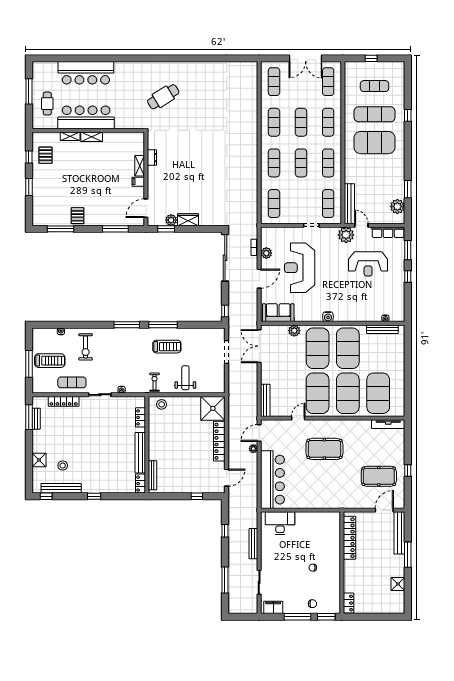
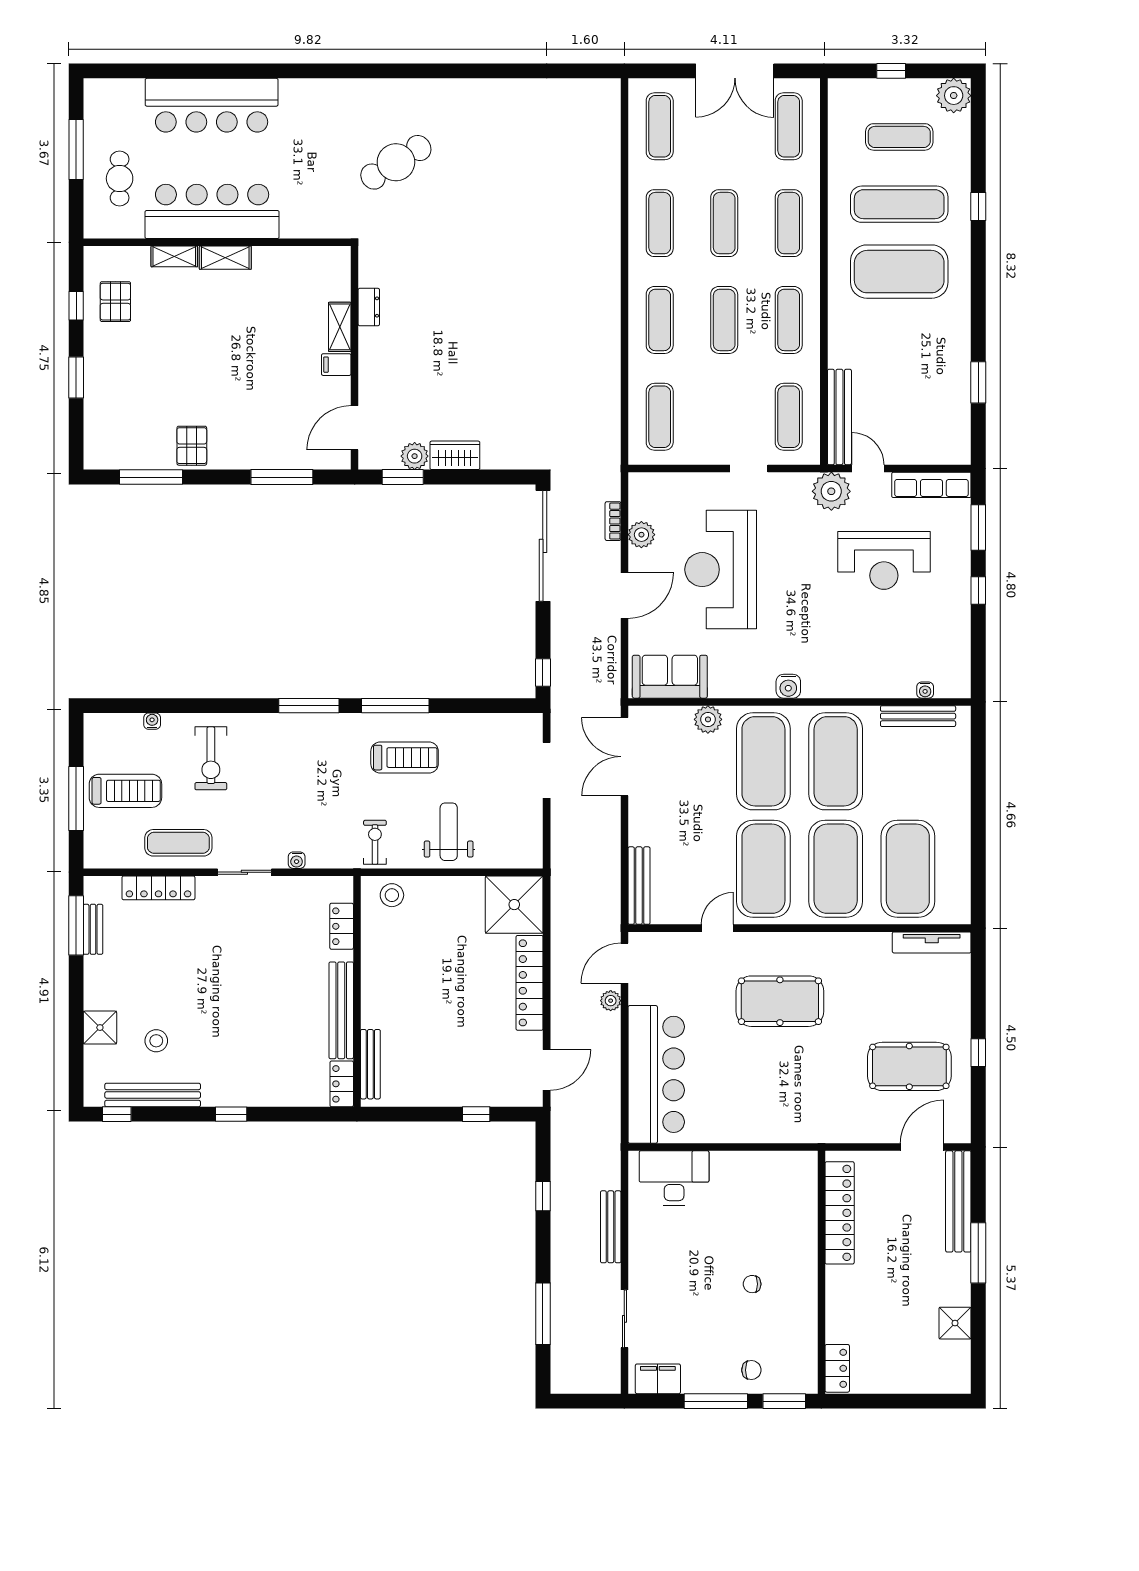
plant: (397, 206) -> (954, 96), moved

